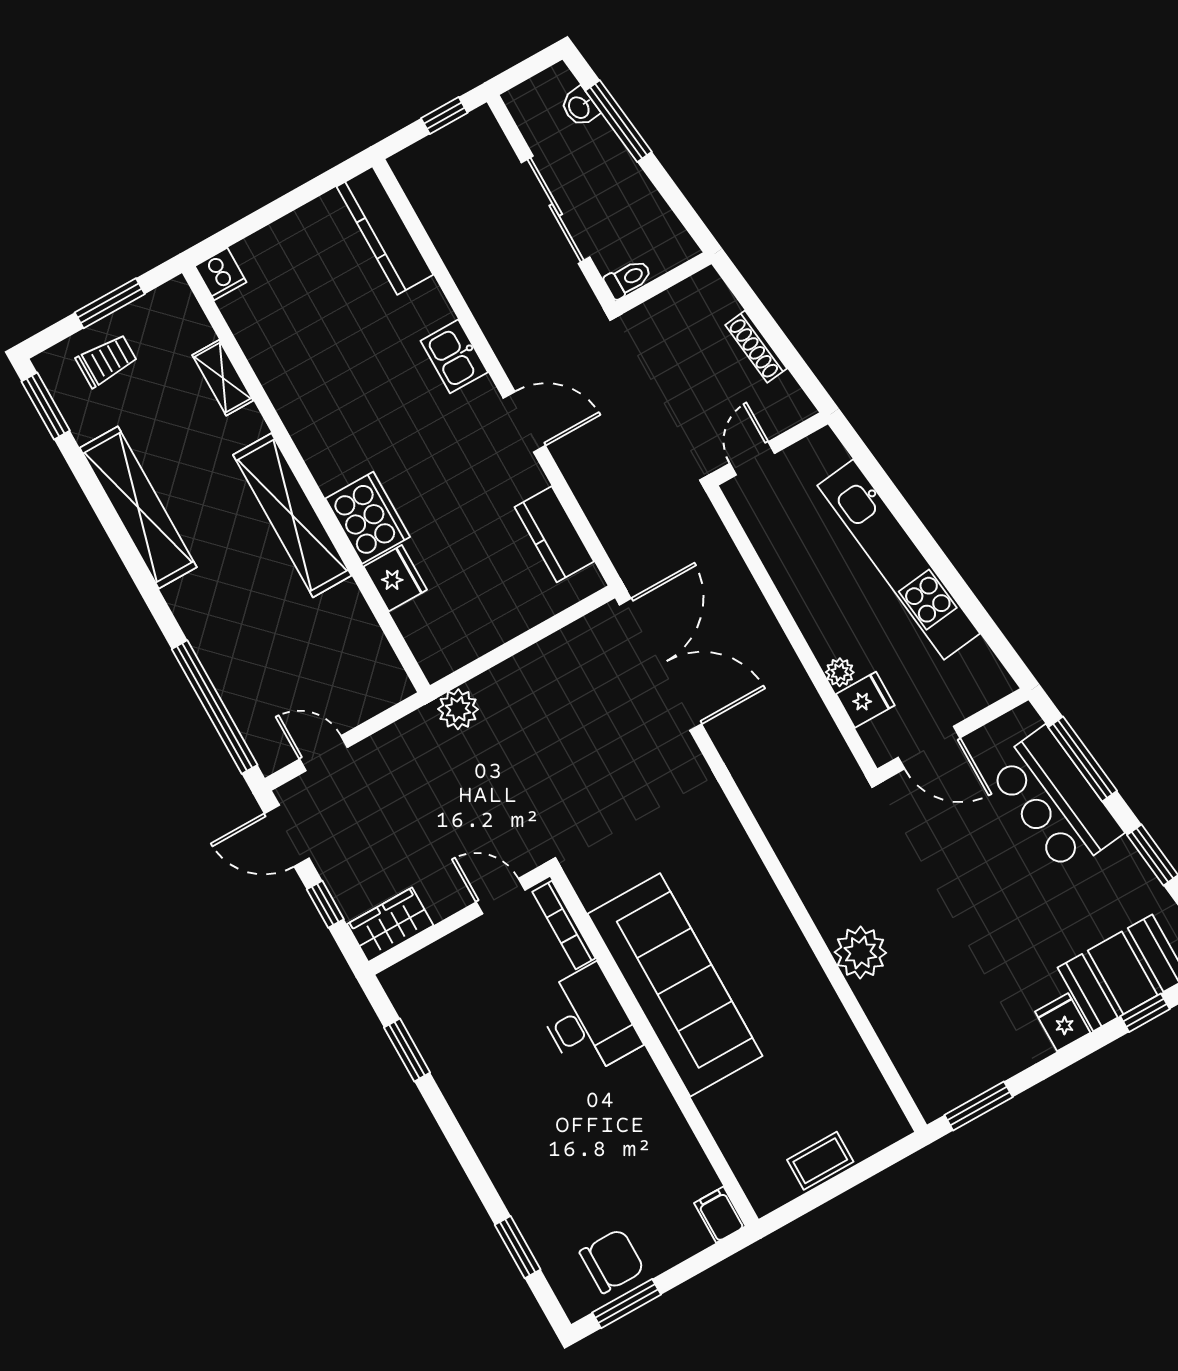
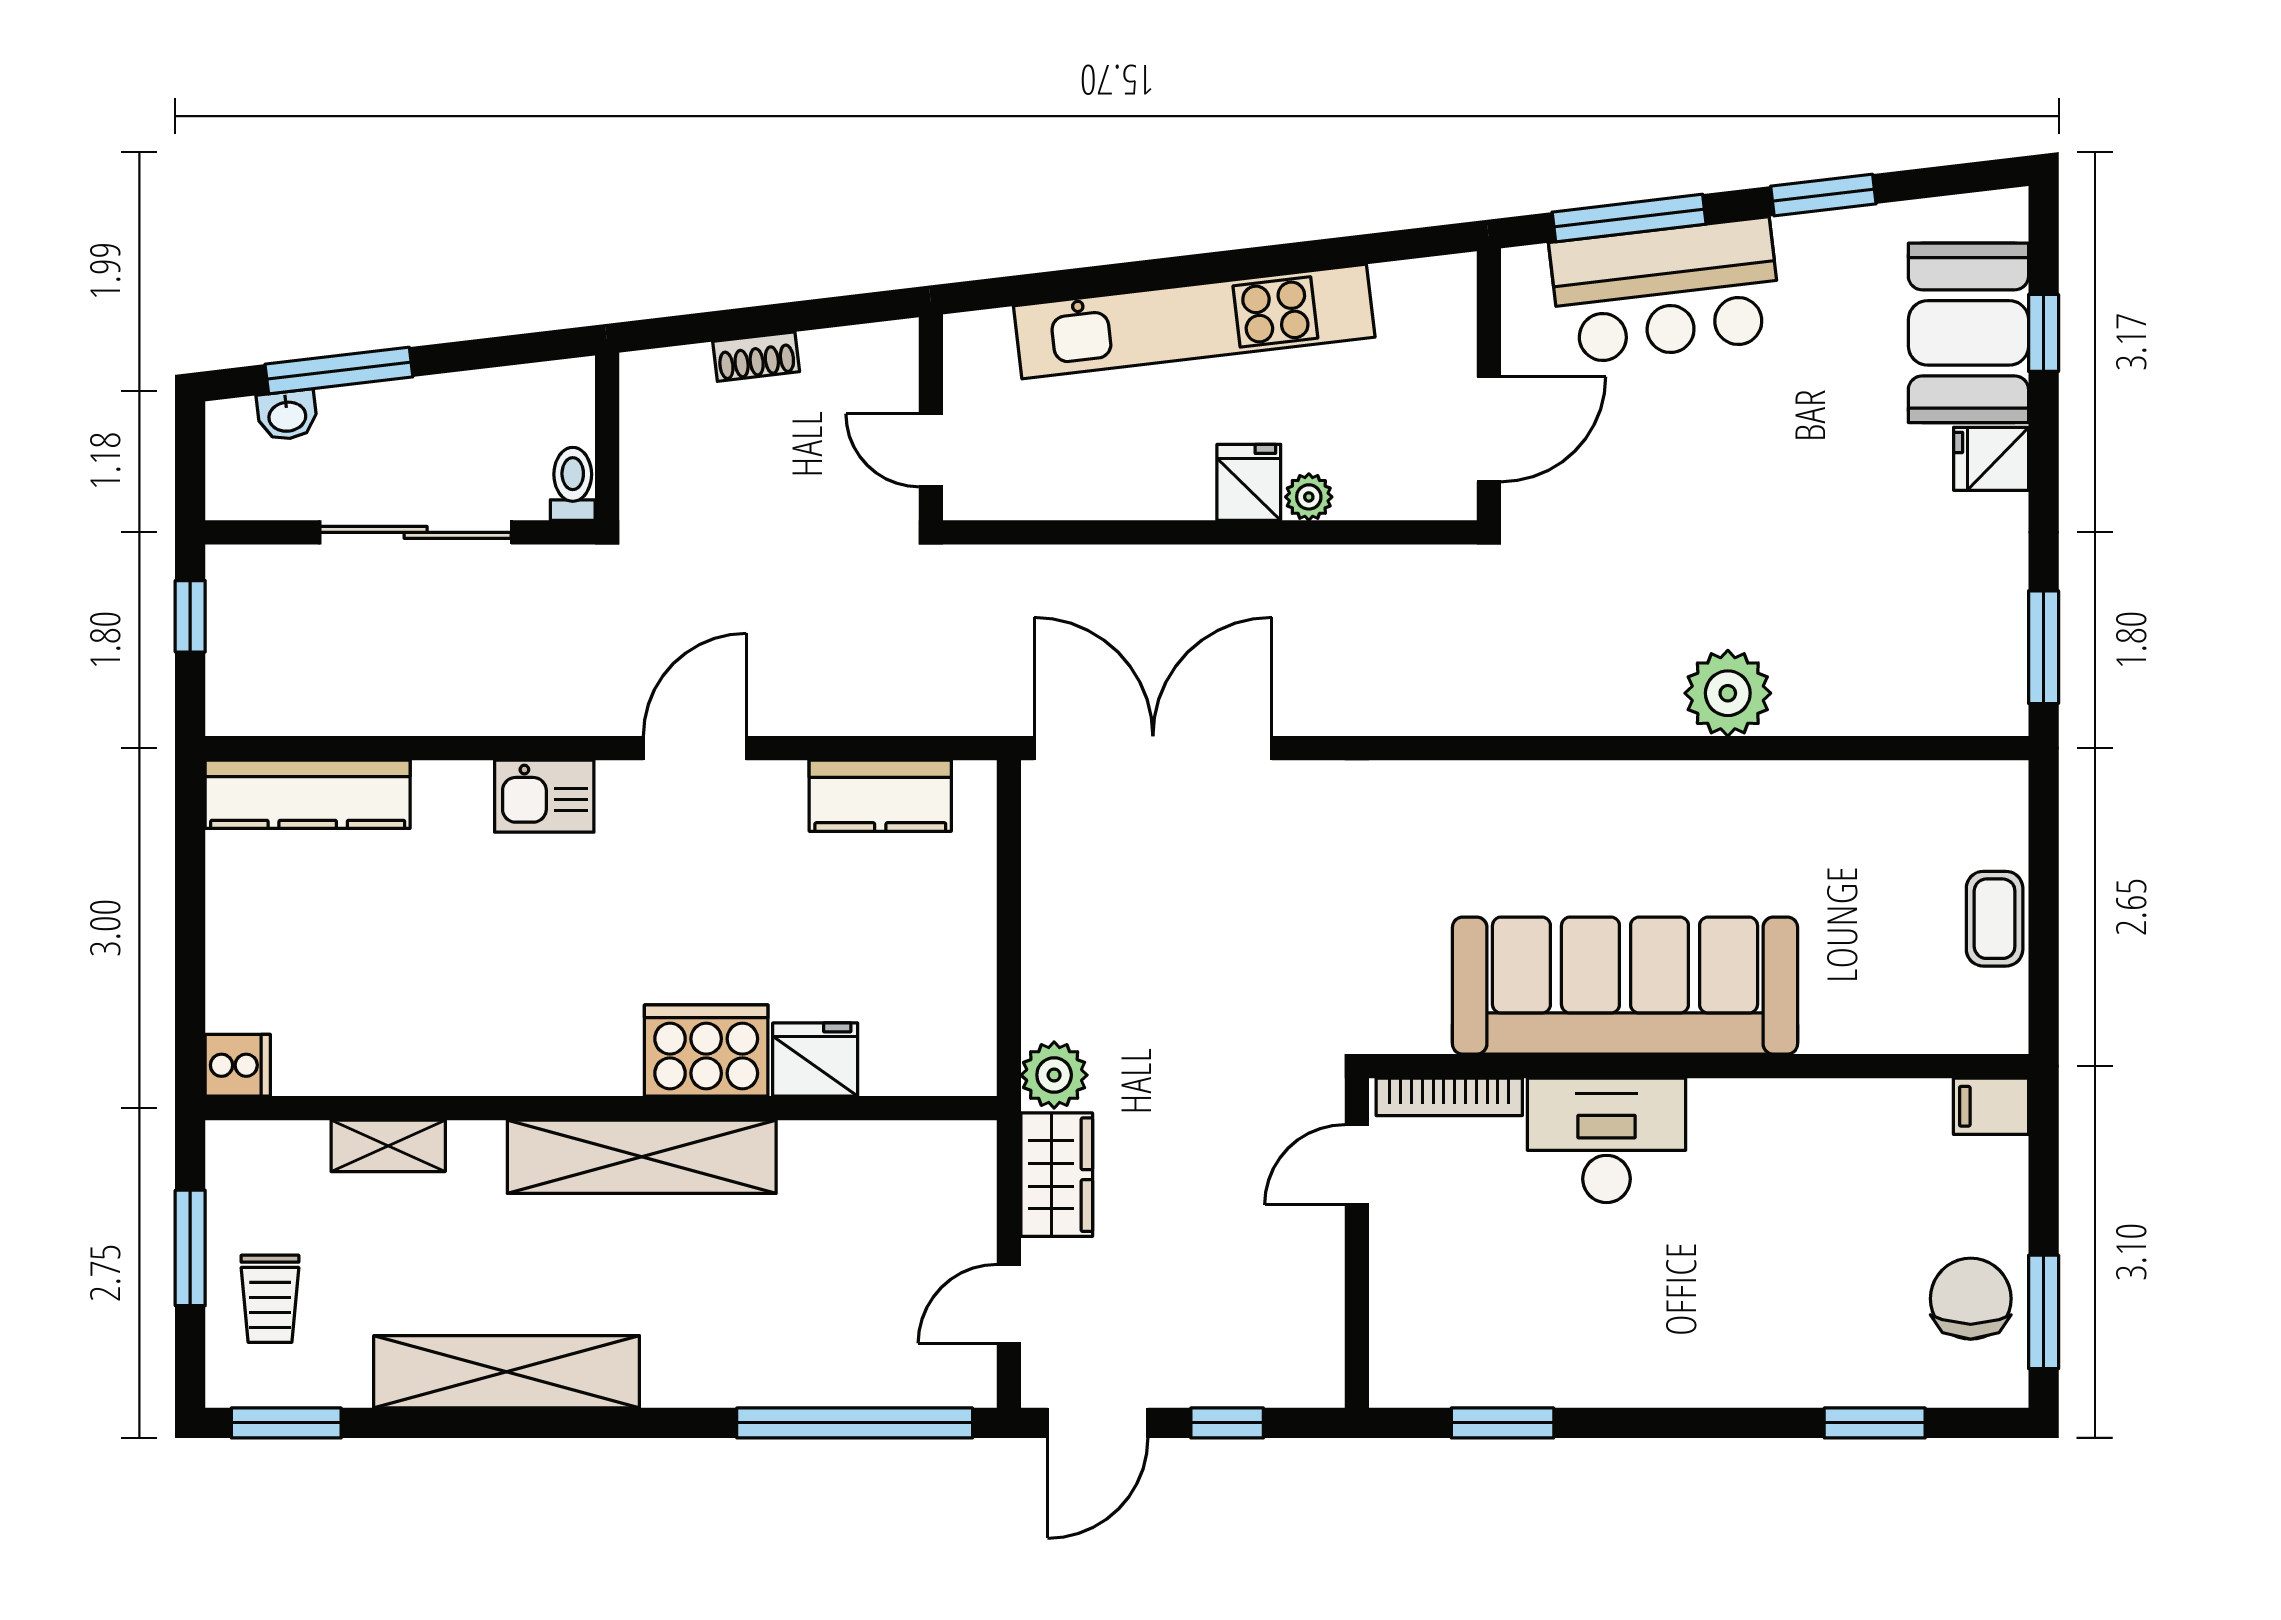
shoe rack: (756, 347) -> (756, 357), width x0.70
trolley: (107, 361) -> (270, 1299), turned 180
fridge: (865, 700) -> (1249, 482), moved
wardrobe: (390, 925) -> (1057, 1175), moved, turned 180

